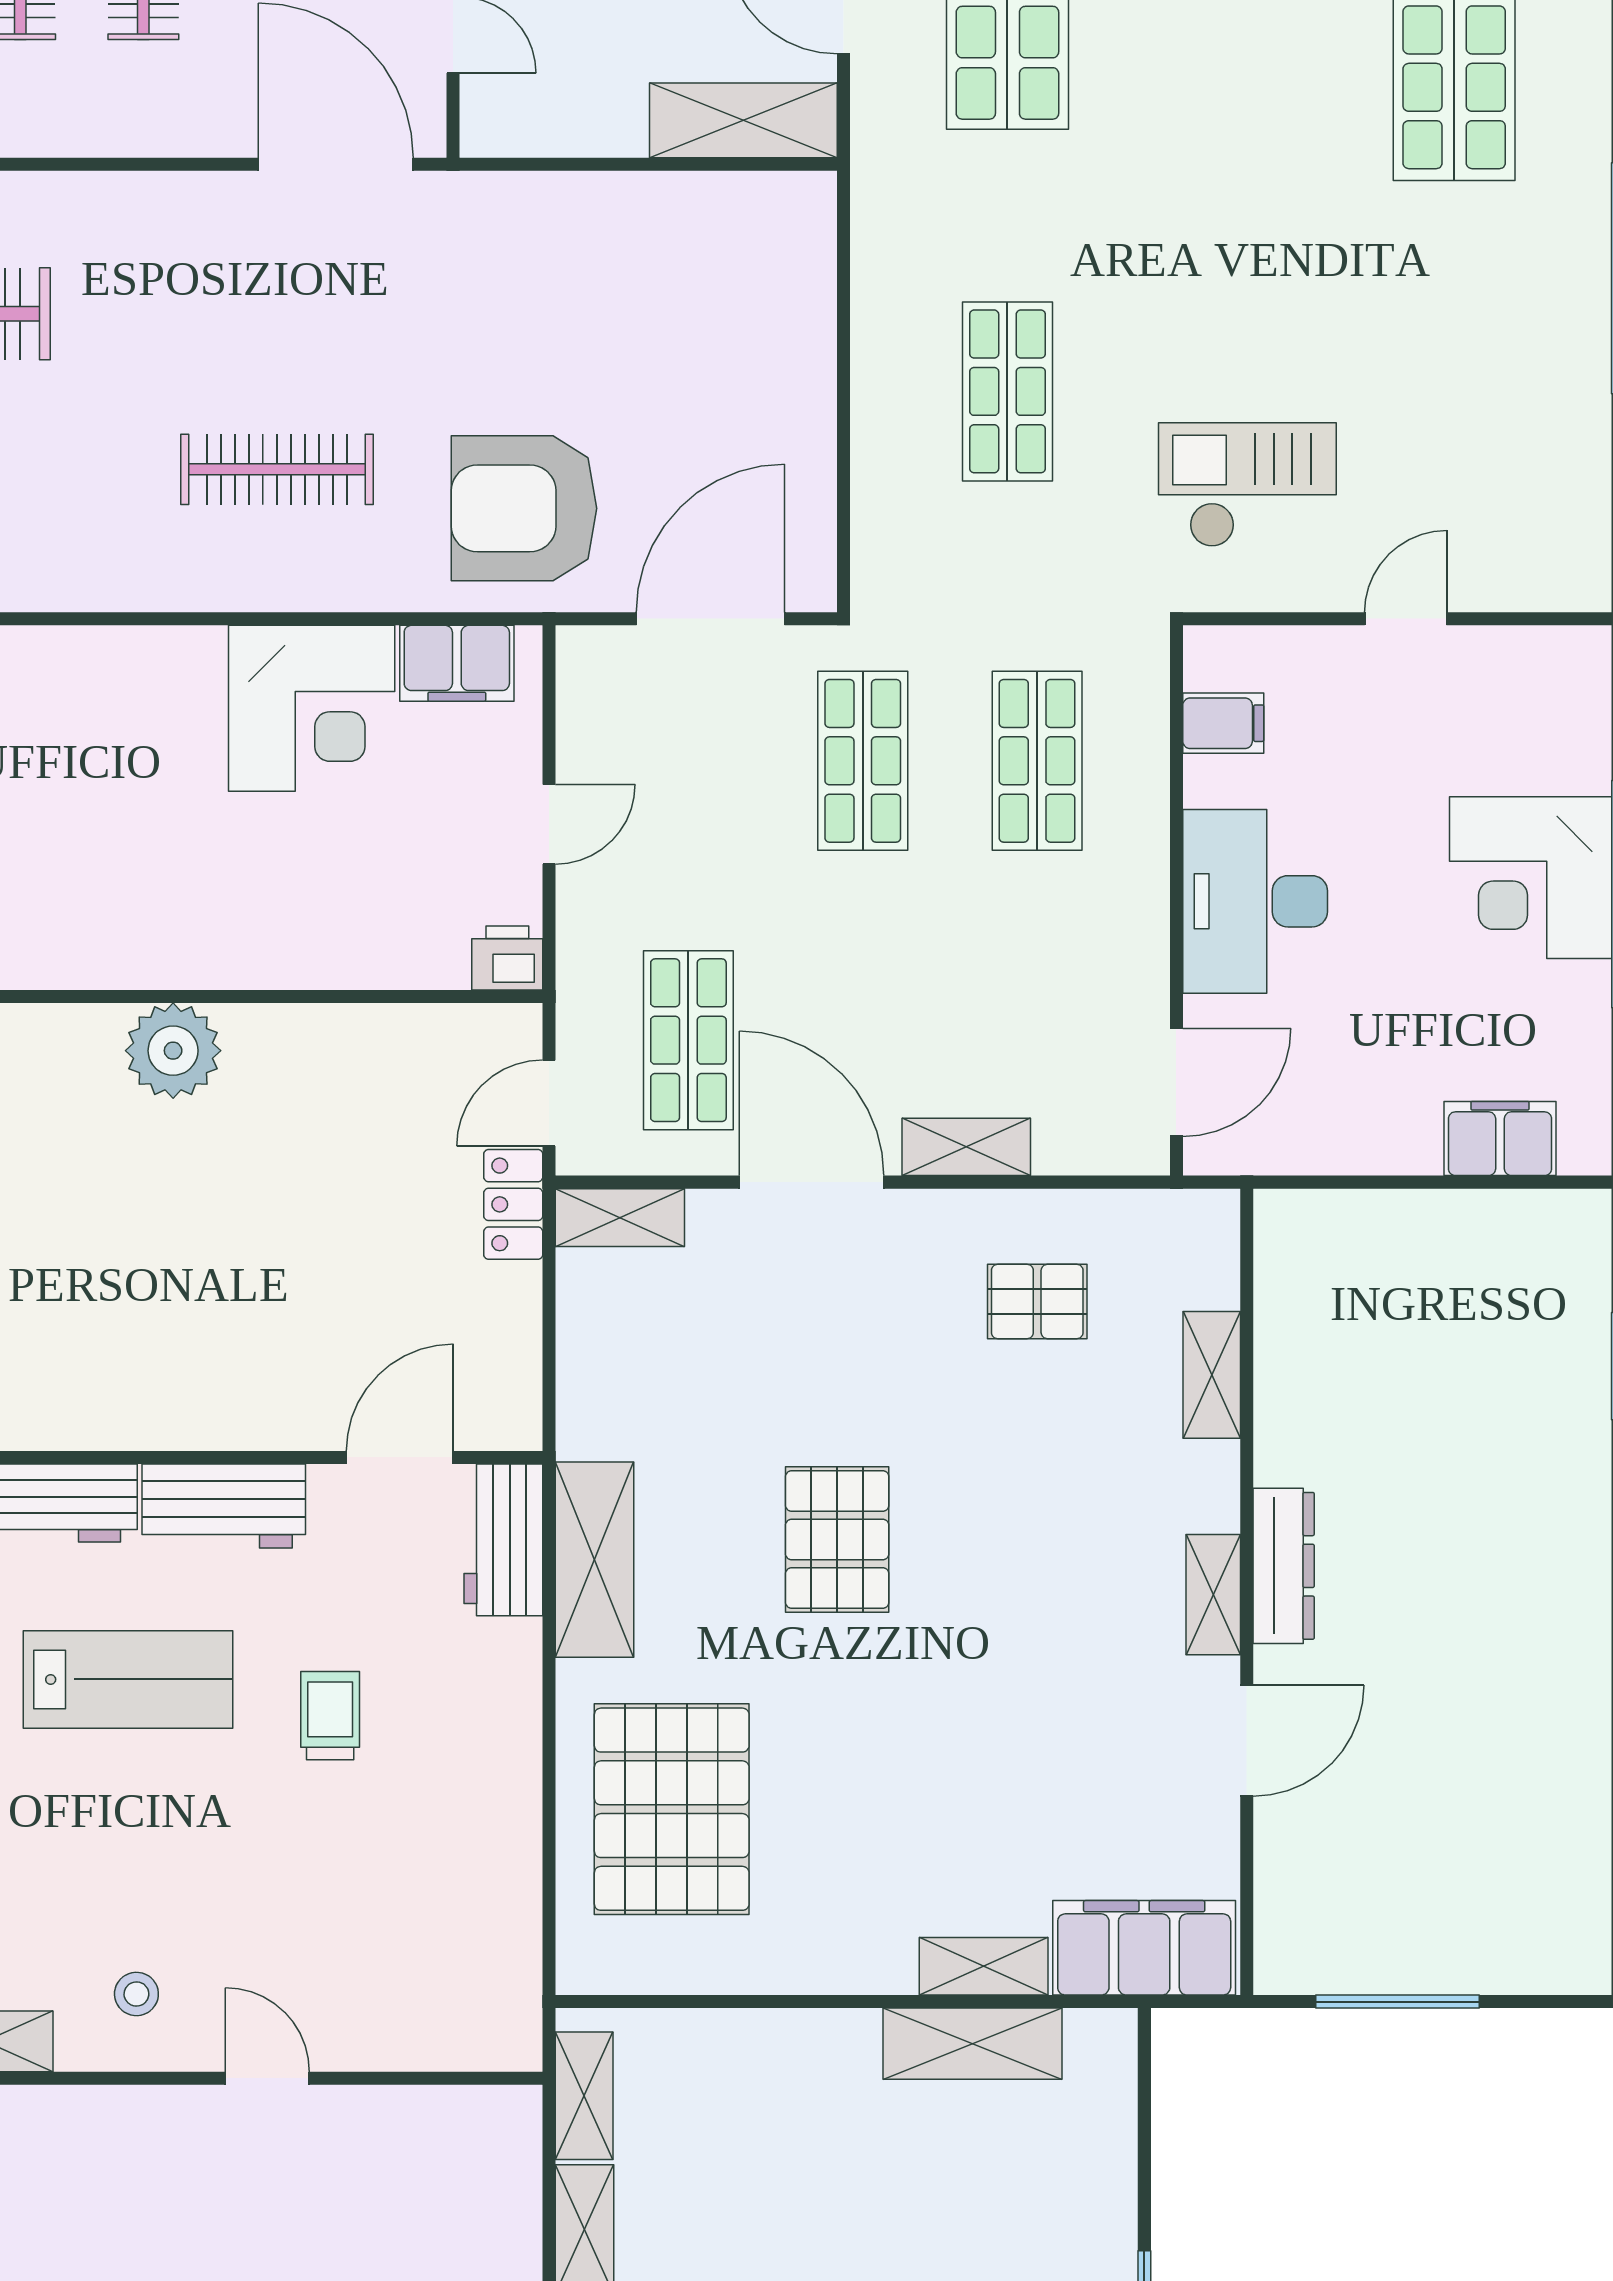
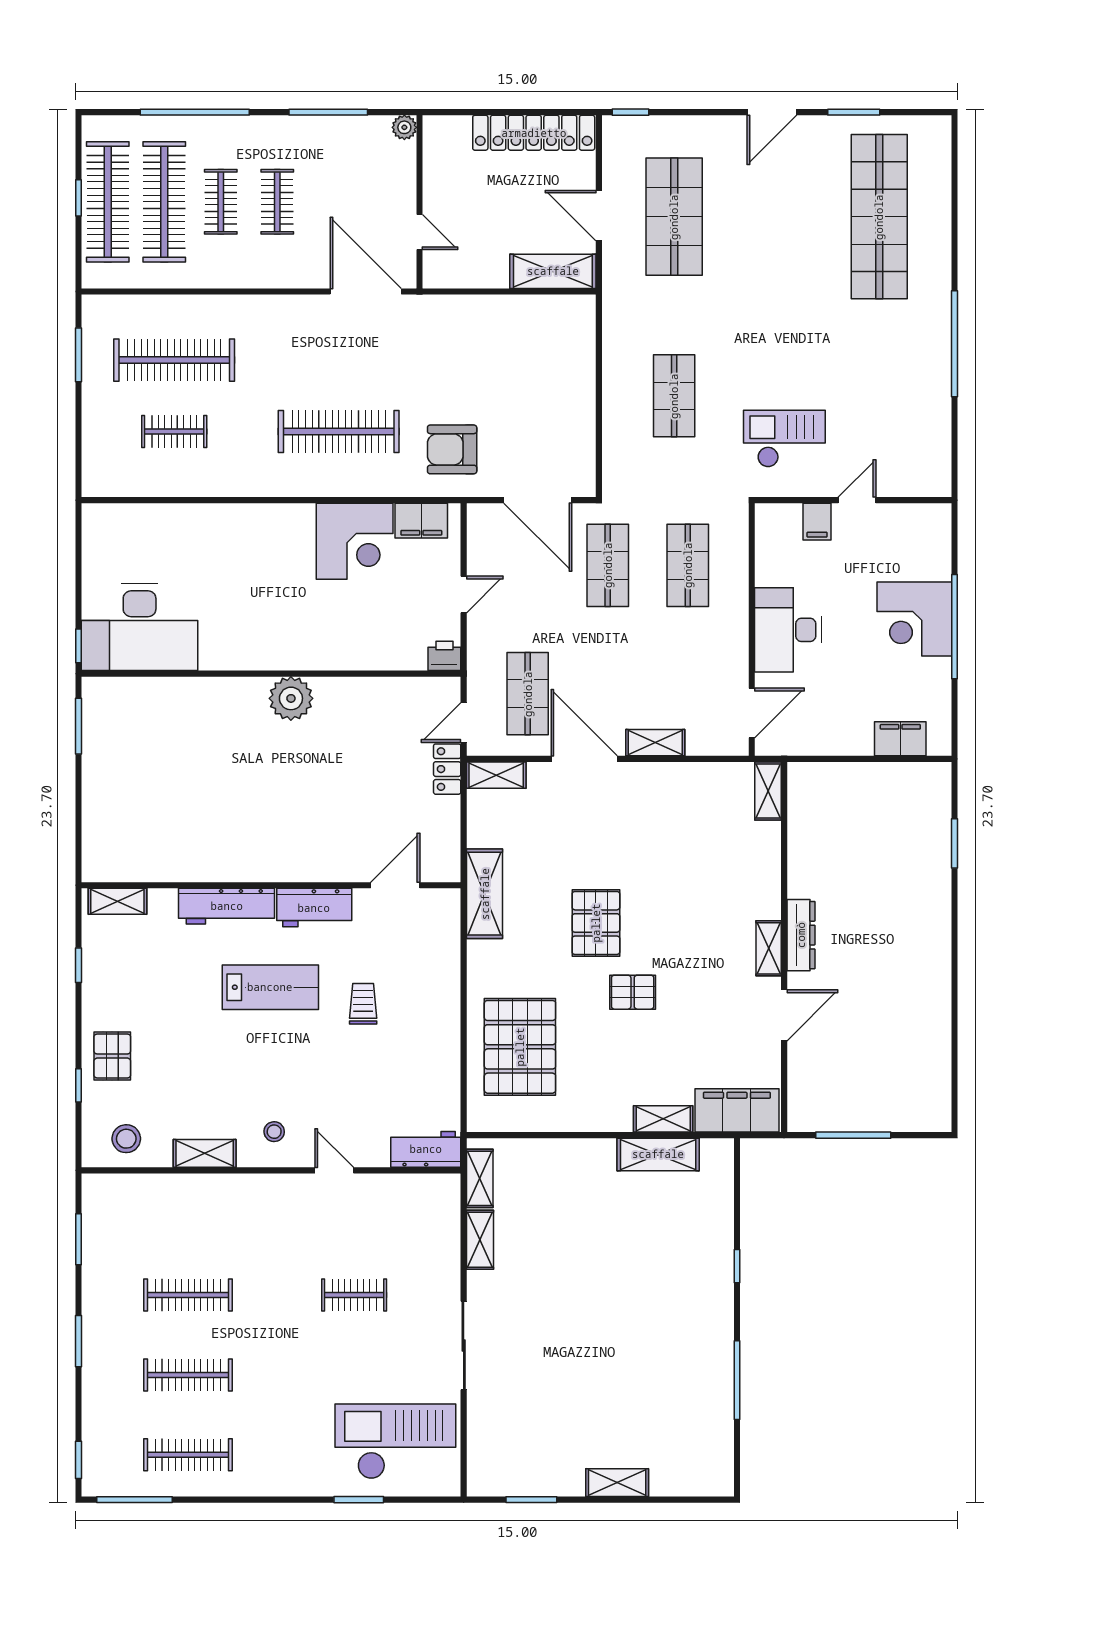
clothes rail: (277, 469) -> (339, 432), width x1.37, depth x1.31
armchair: (524, 508) -> (452, 449), width x0.73, depth x0.73
door: (711, 619) -> (538, 500), swing flipped
filing cabinet: (1223, 723) -> (817, 522), moved, turned 90
pallet: (1037, 1301) -> (633, 992), moved
shelving: (1212, 1375) -> (768, 791), moved
workbench: (503, 1540) -> (426, 1149), moved, turned 90
shelving: (595, 1560) -> (485, 894), moved

